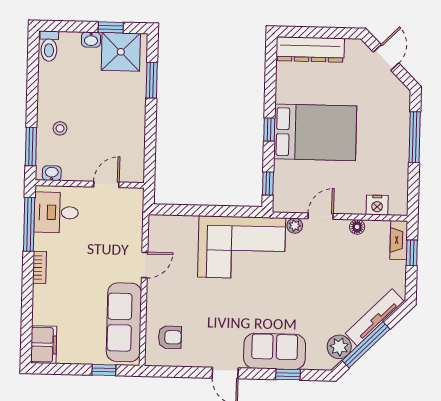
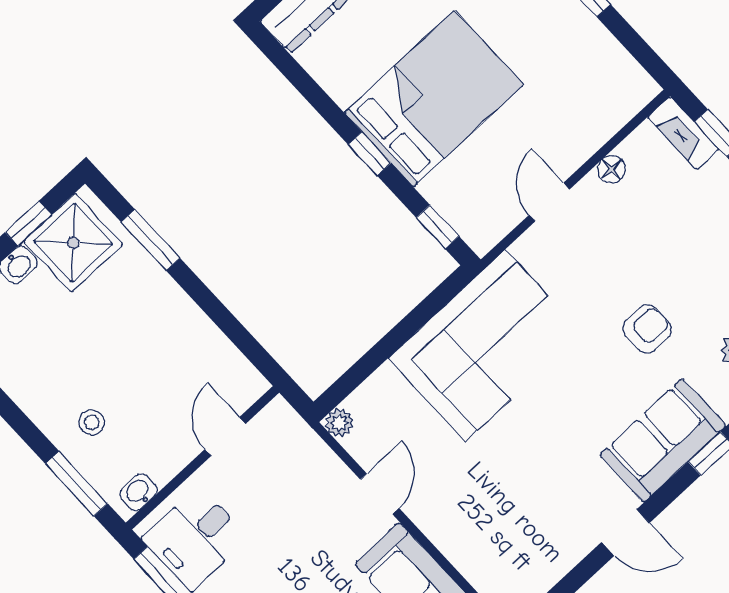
nightstand: (377, 205) -> (610, 115), removed
plant: (295, 226) -> (339, 423), moved
armchair: (170, 337) -> (647, 329), moved

